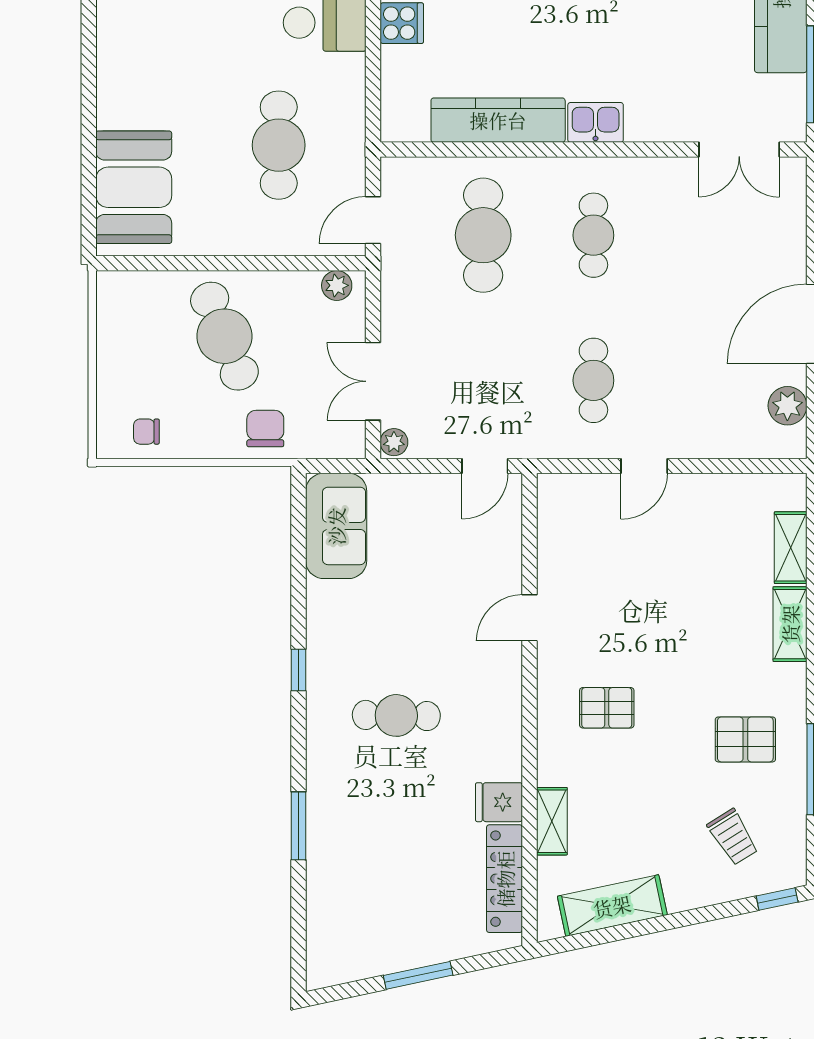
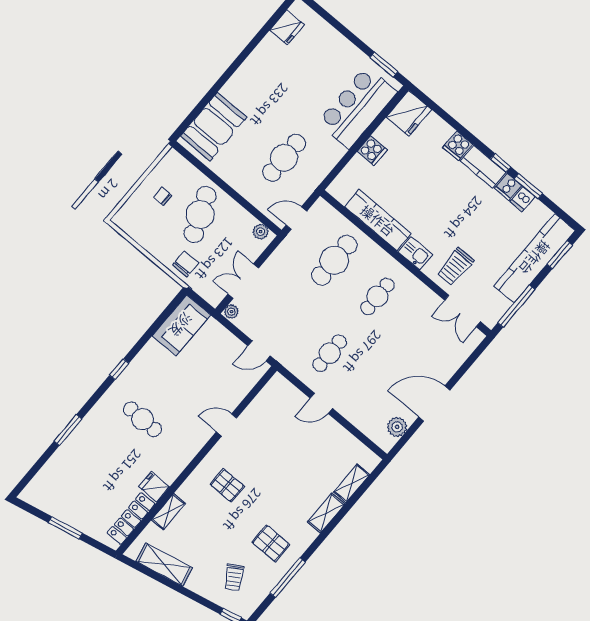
trolley: (673, 92) -> (455, 267), added
chair: (146, 432) -> (163, 196), moved

